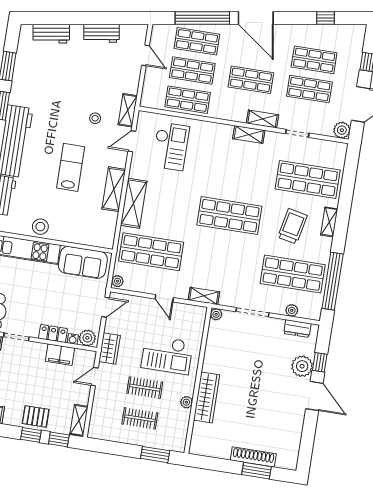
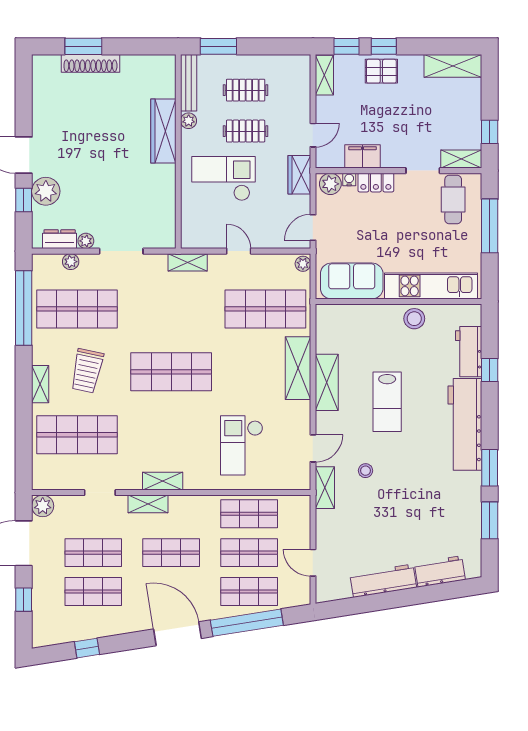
workbench: (102, 33) -> (383, 581), width x1.38
checkout: (171, 146) -> (242, 445), moved
plant: (216, 314) -> (86, 241), moved
bench: (182, 431) -> (189, 83), added

